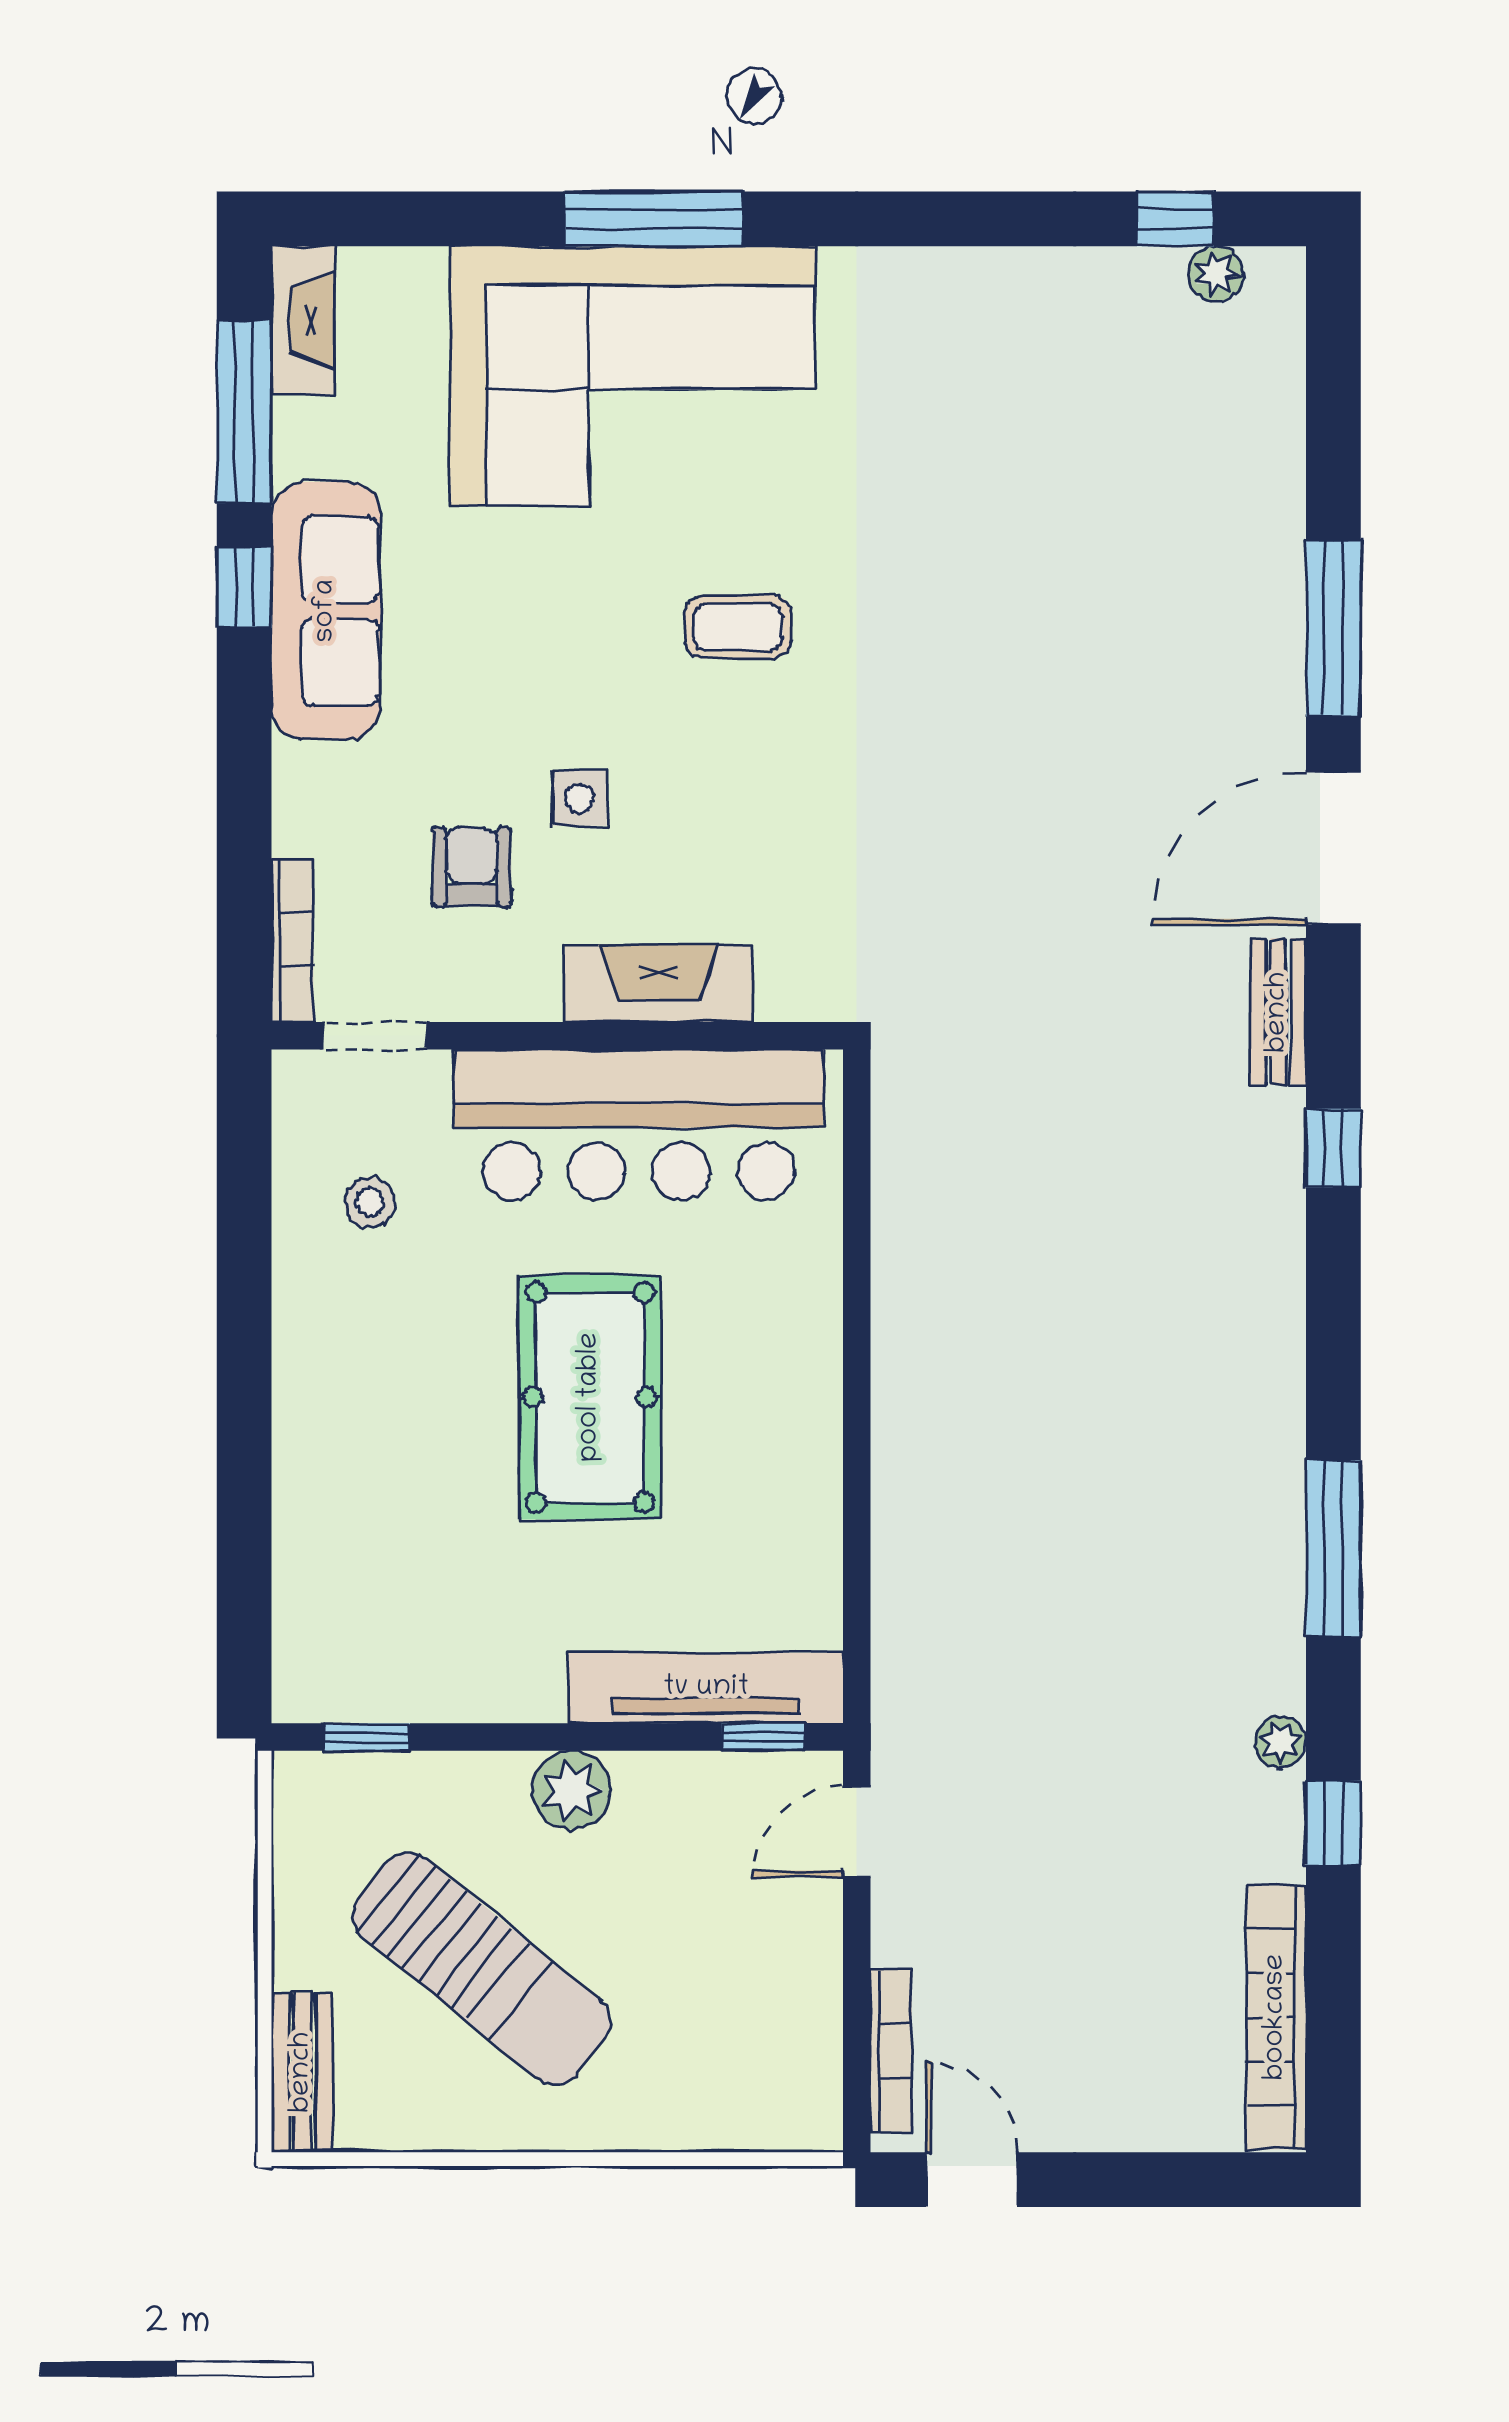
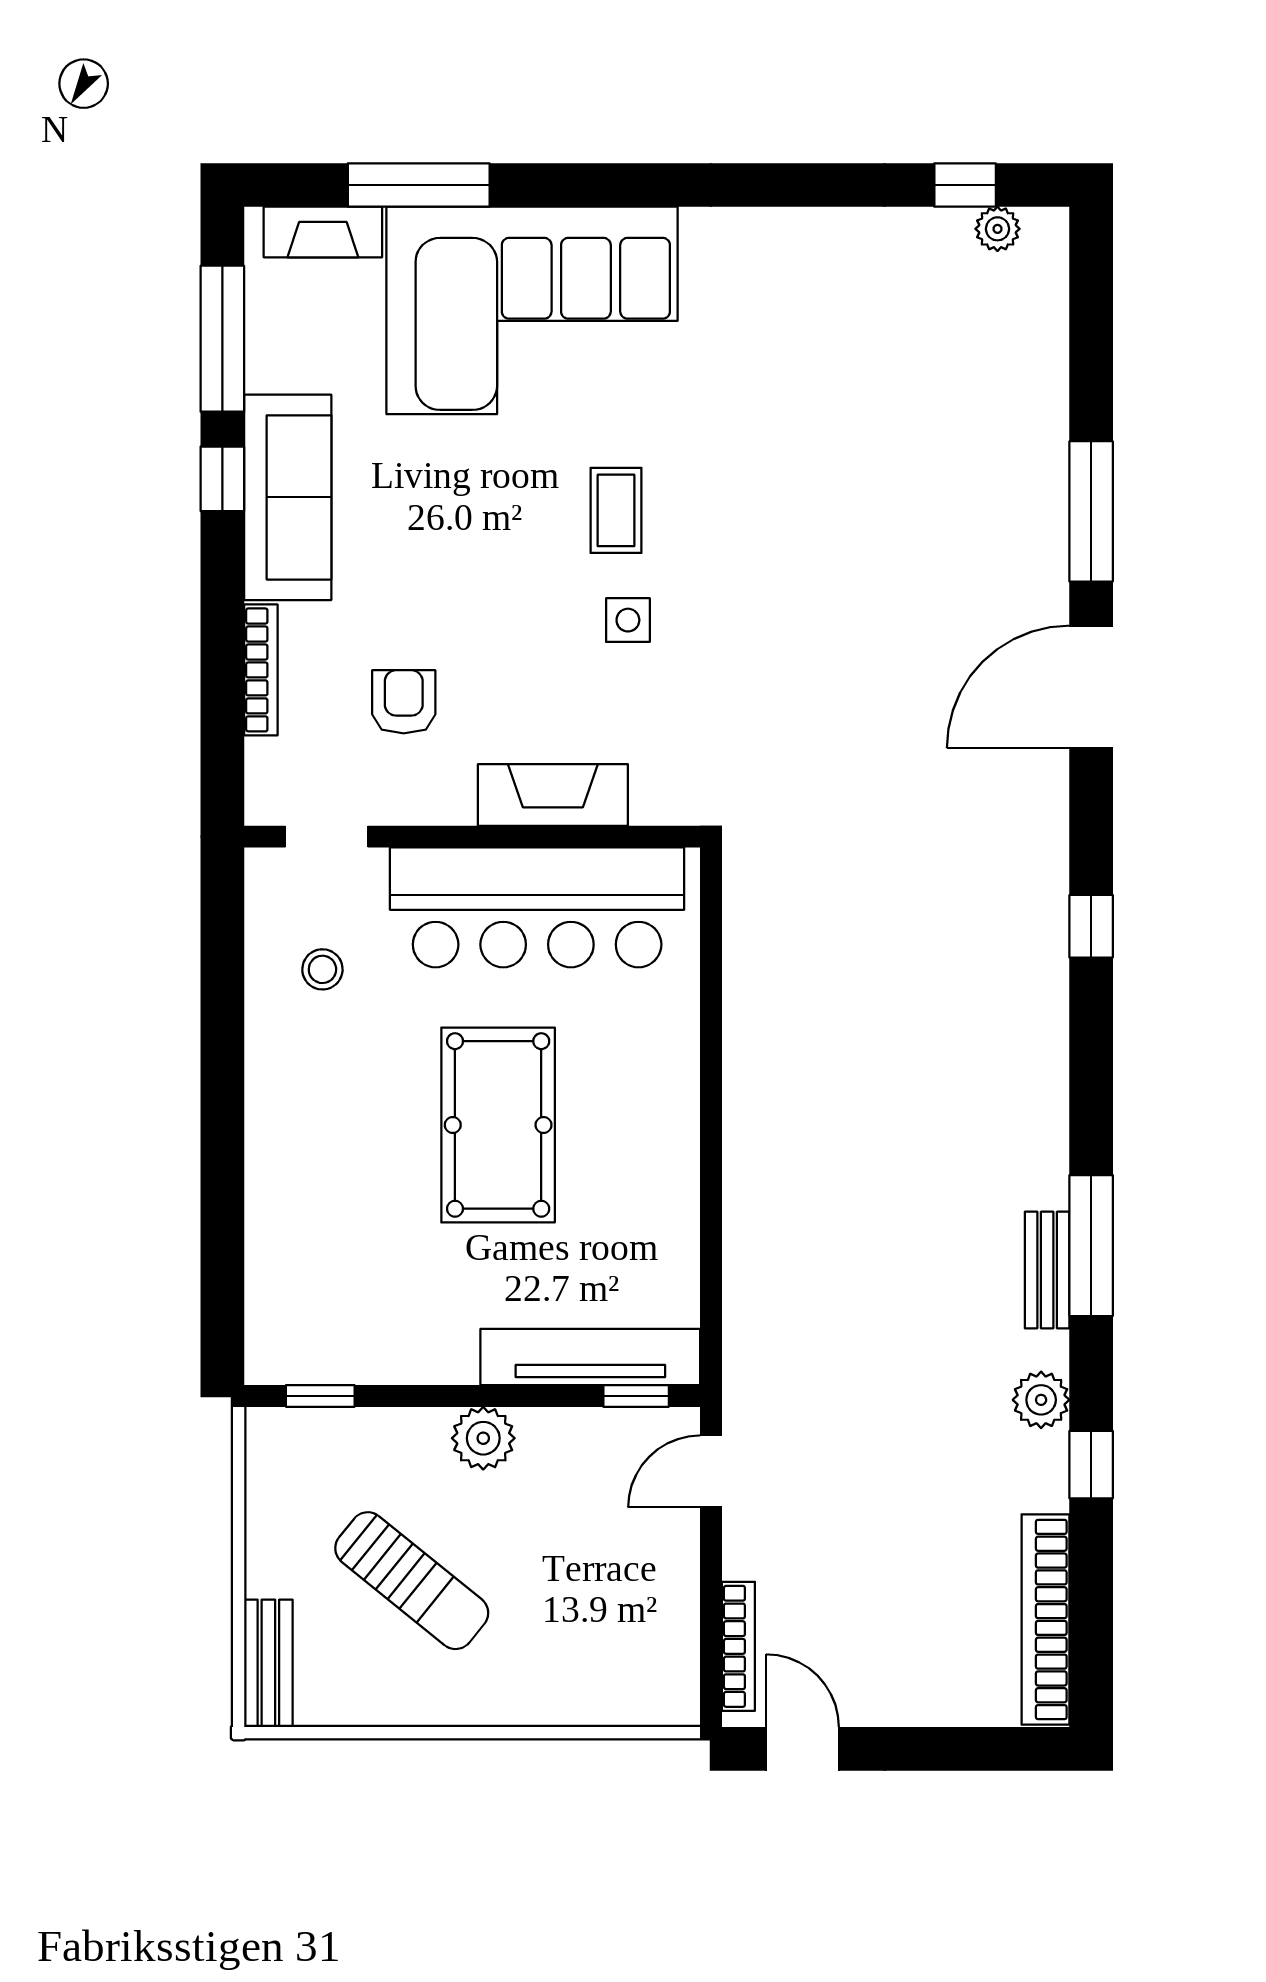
window: (654, 219) -> (419, 185), moved
fireplace: (303, 320) -> (323, 232), moved, turned 90
coffee table: (738, 627) -> (616, 510), turned 90
side table: (579, 798) -> (628, 620), moved
bookcase: (292, 940) -> (261, 670), moved
bench: (1278, 1012) -> (1047, 1270), moved
plant: (1280, 1742) -> (1041, 1400), width x1.38, depth x1.38
sun lounger: (482, 1969) -> (412, 1581), width x0.73, depth x0.75

